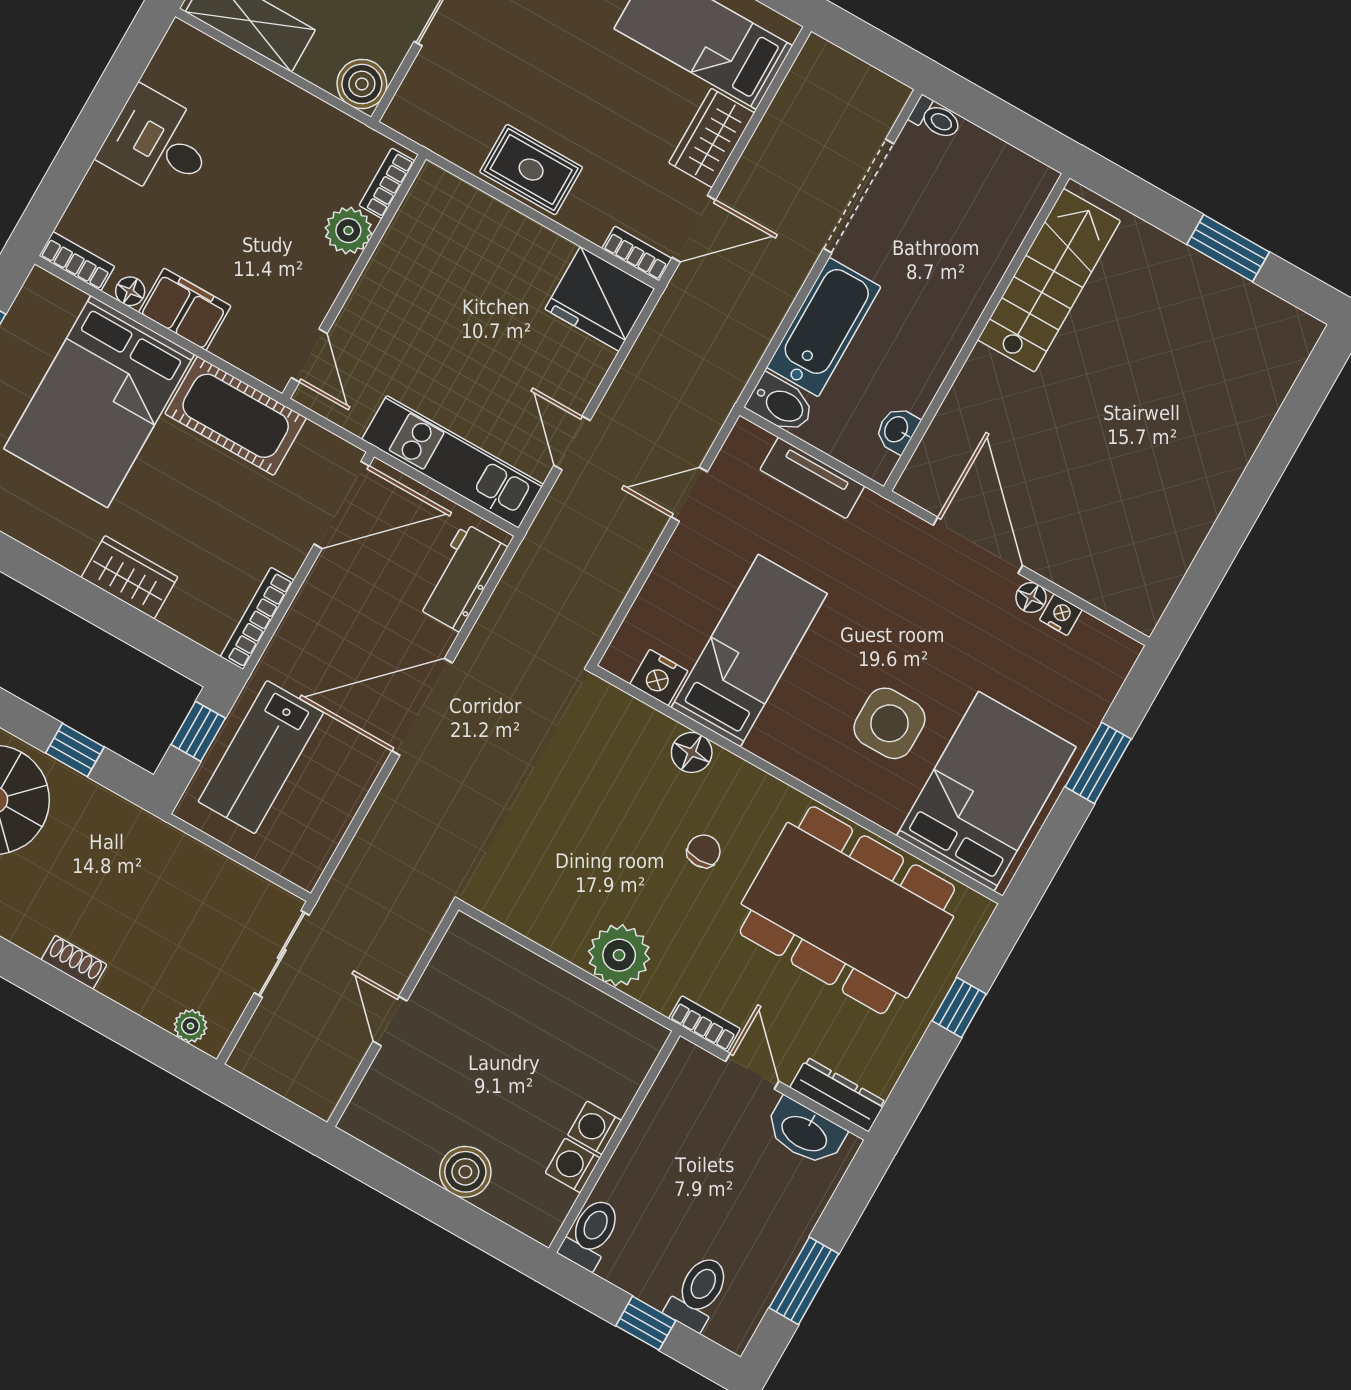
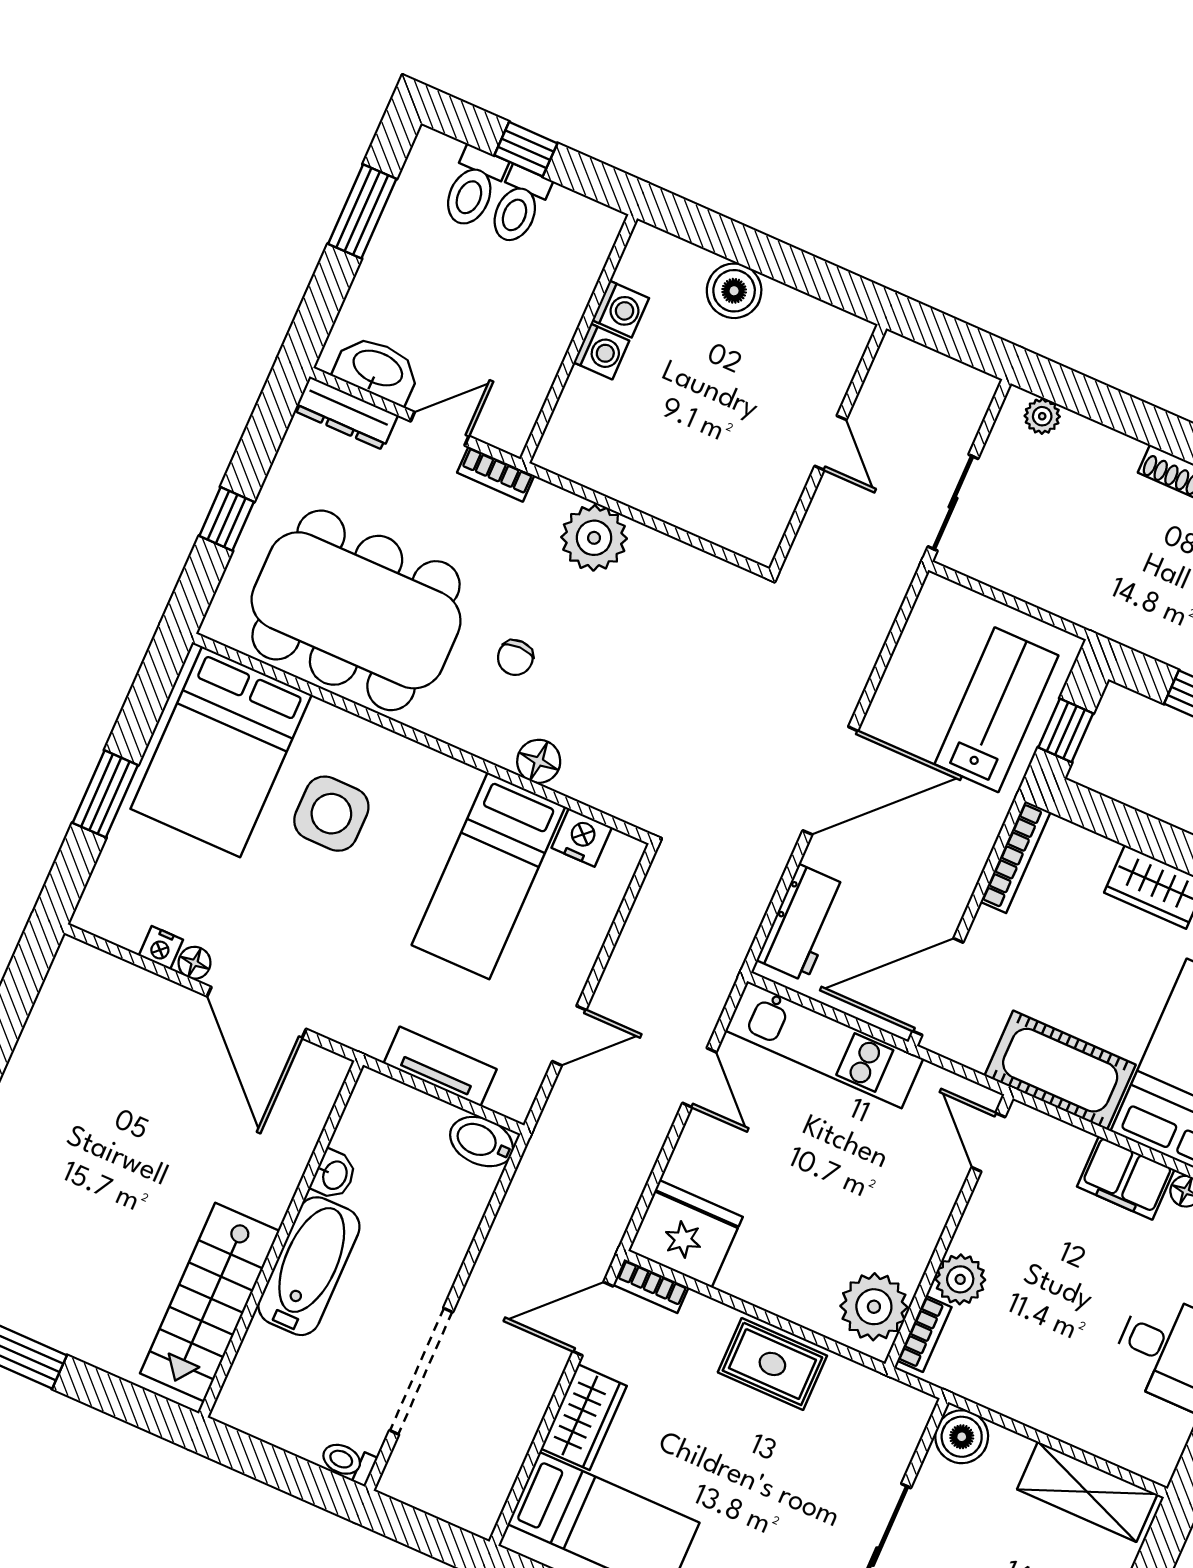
plant: (431, 213) -> (874, 1307), added
bathtub: (824, 327) -> (309, 1266), moved, turned 180
washbasin: (897, 430) -> (334, 1175), moved
door: (752, 1071) -> (440, 429), swing flipped
toilet: (591, 1233) -> (519, 206), moved

